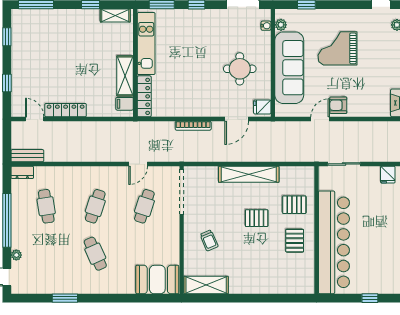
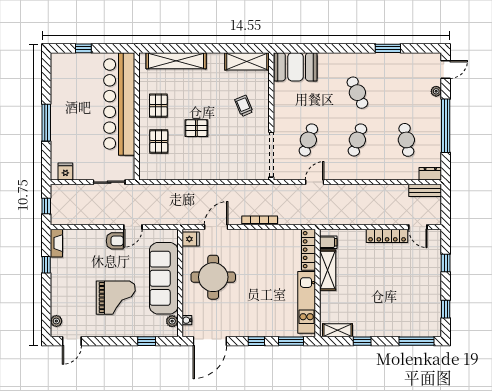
round table: (240, 69) -> (213, 277), width x1.36, depth x1.36
shelving: (249, 174) -> (176, 61), moved
pallet: (294, 205) -> (159, 142), turned 90

